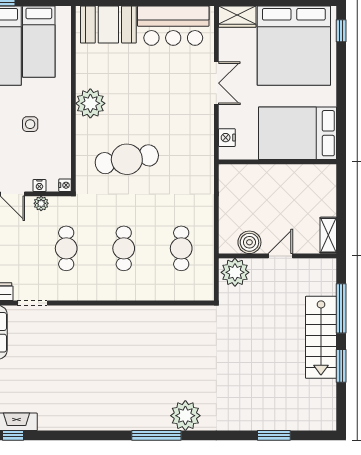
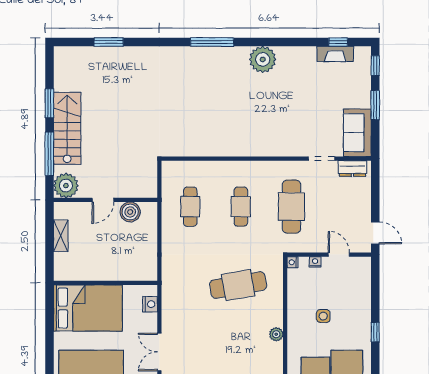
plant: (90, 103) -> (276, 334), width x0.53, depth x0.53
plant: (41, 203) -> (314, 246), removed
shelving: (328, 235) -> (61, 236), moved
cafe table: (66, 248) -> (291, 207), width x1.37, depth x1.35
plant: (235, 272) -> (66, 186), moved
plant: (185, 416) -> (263, 59), moved

